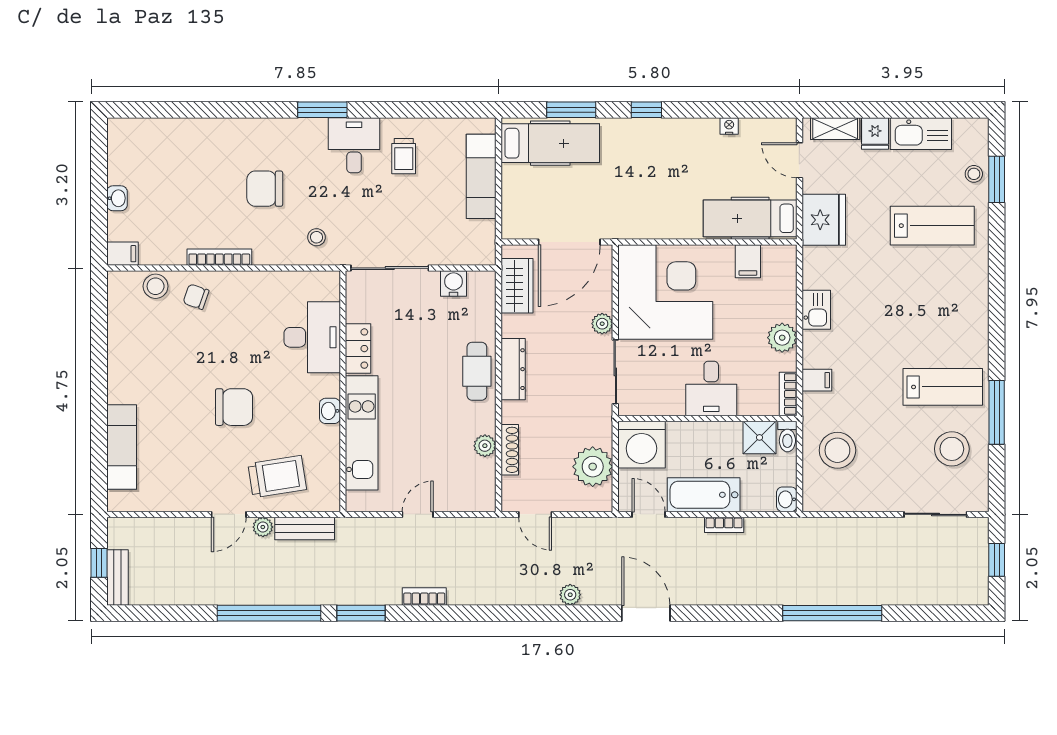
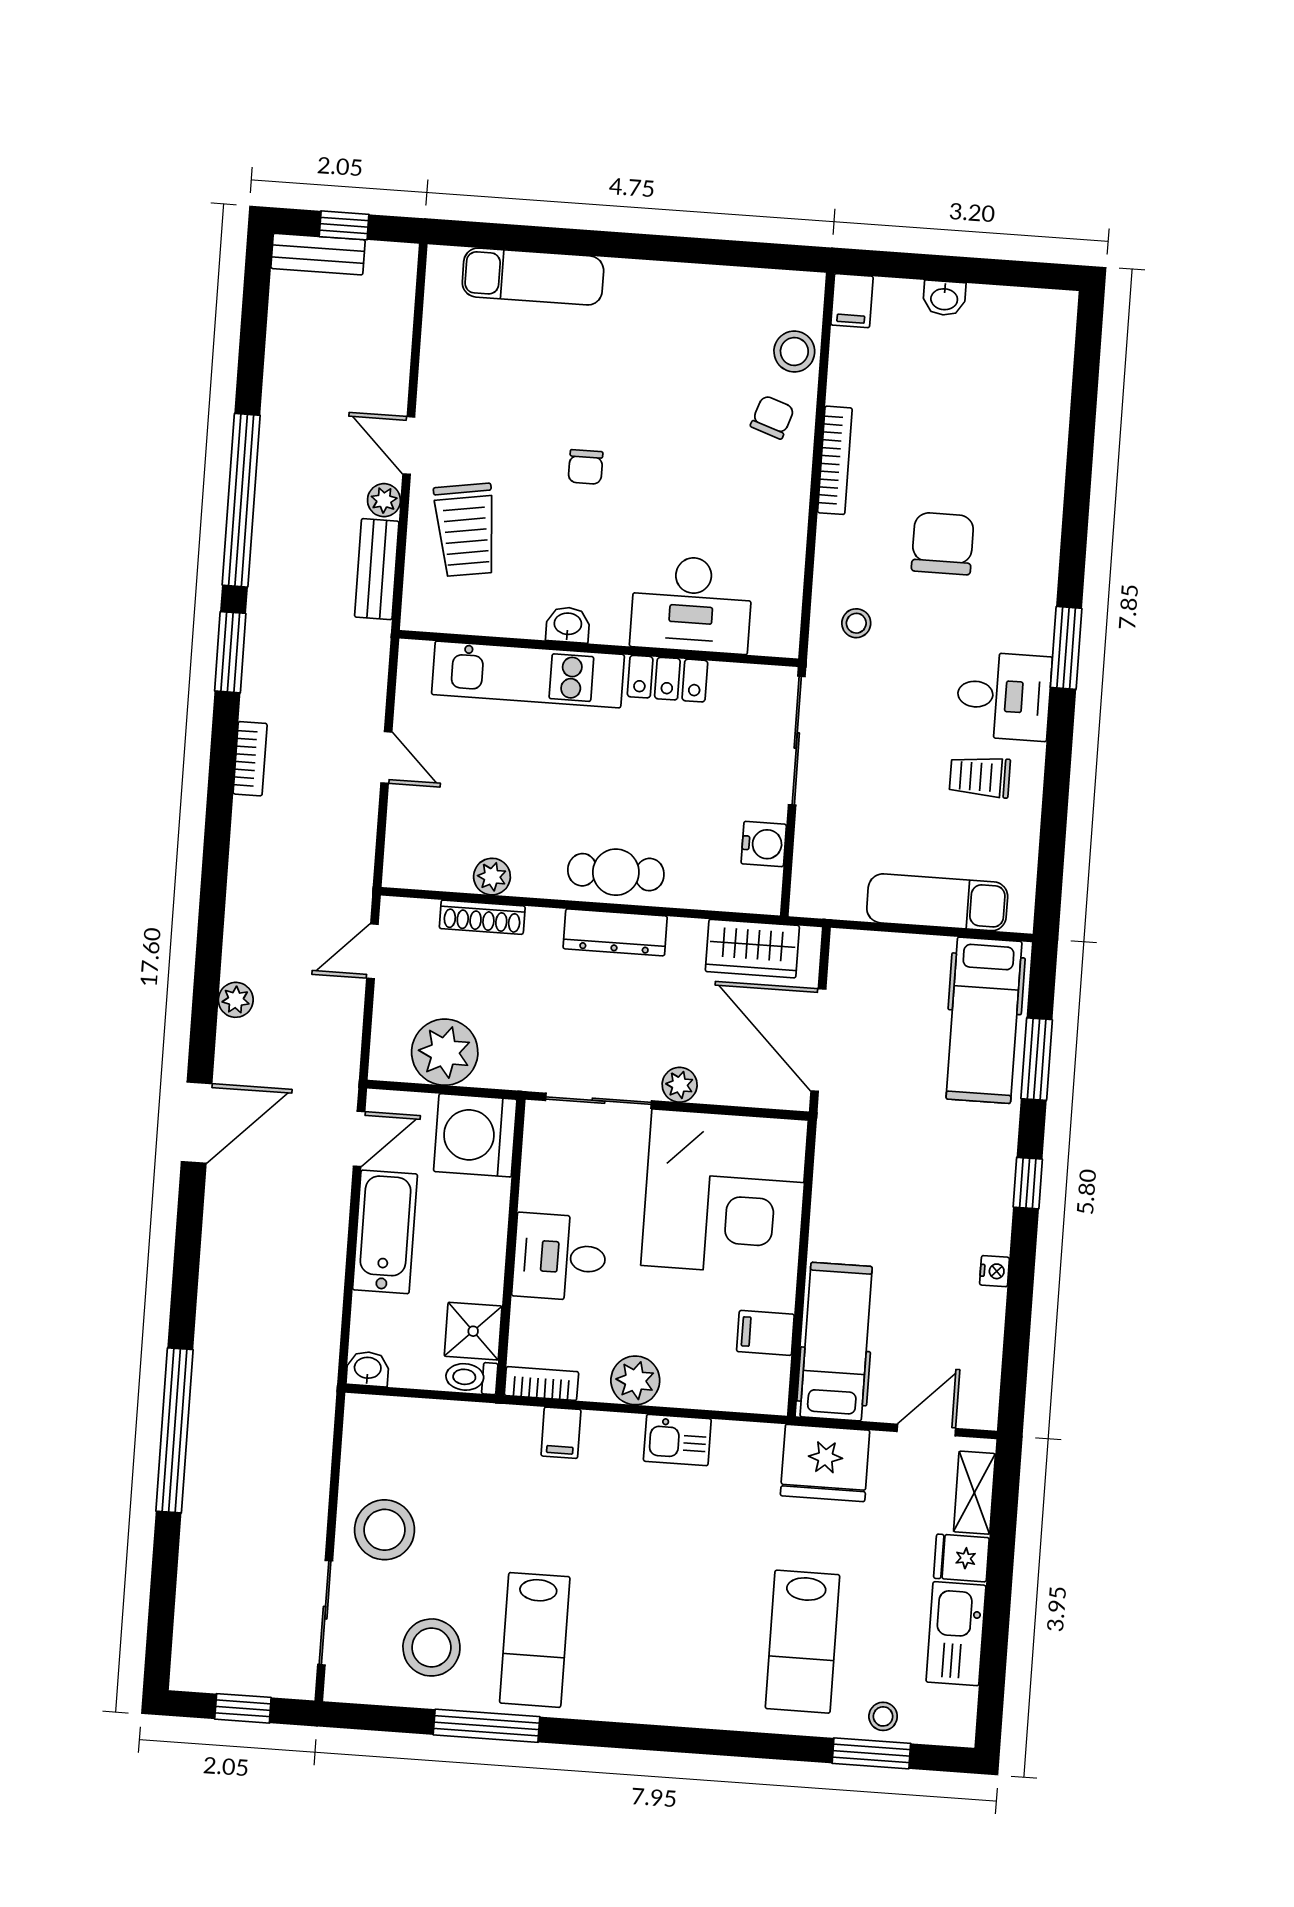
nightstand: (729, 126) -> (994, 1271), moved
chair: (234, 407) -> (586, 467), width x0.54, depth x0.54
stool: (837, 450) -> (384, 1530), moved
bookcase: (724, 525) -> (333, 1262), removed

